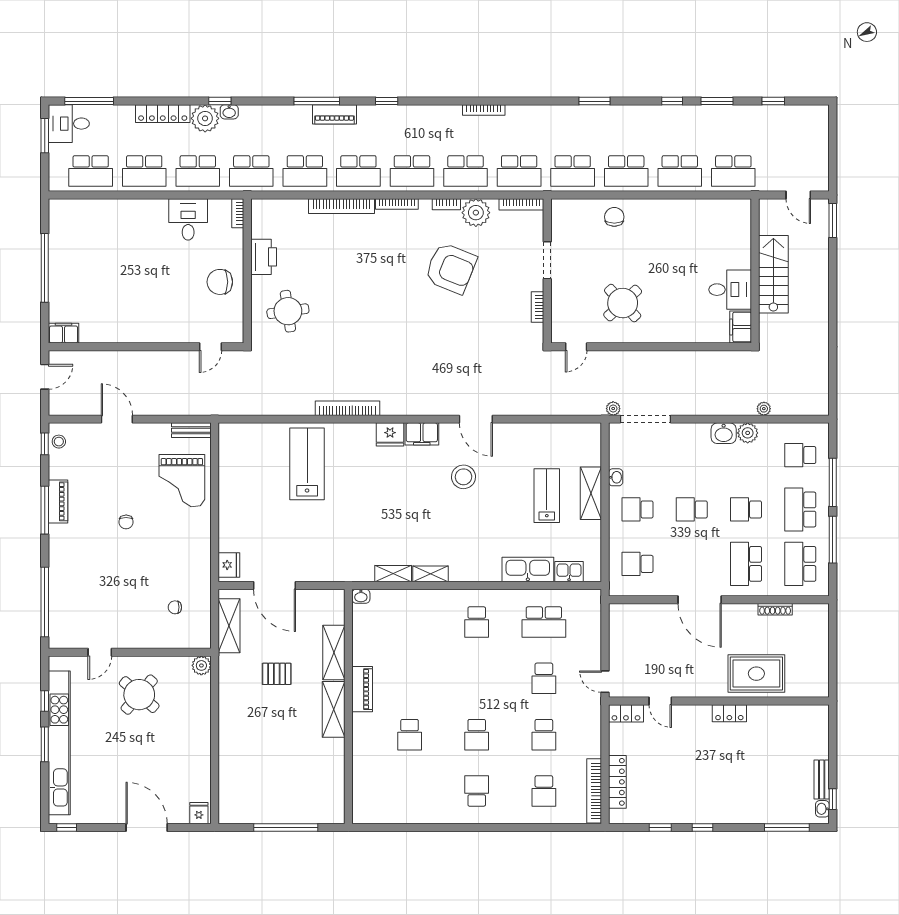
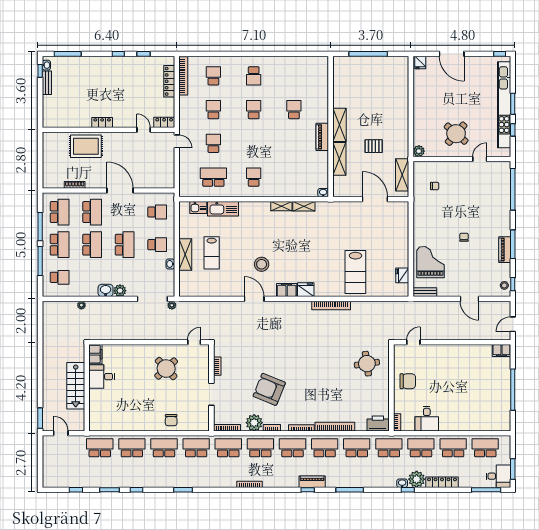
piano: (334, 114) -> (312, 482), moved
printer: (264, 257) -> (378, 423), moved, turned 90
plant: (748, 433) -> (120, 291), moved
school desk: (692, 509) -> (125, 245), width x1.85
school desk: (746, 509) -> (92, 245), width x1.85
fridge: (229, 565) -> (402, 275), moved

